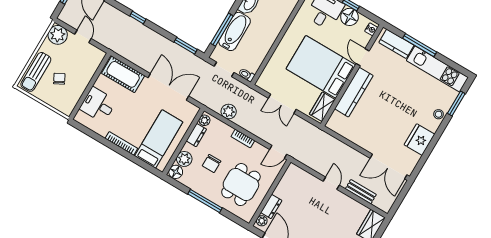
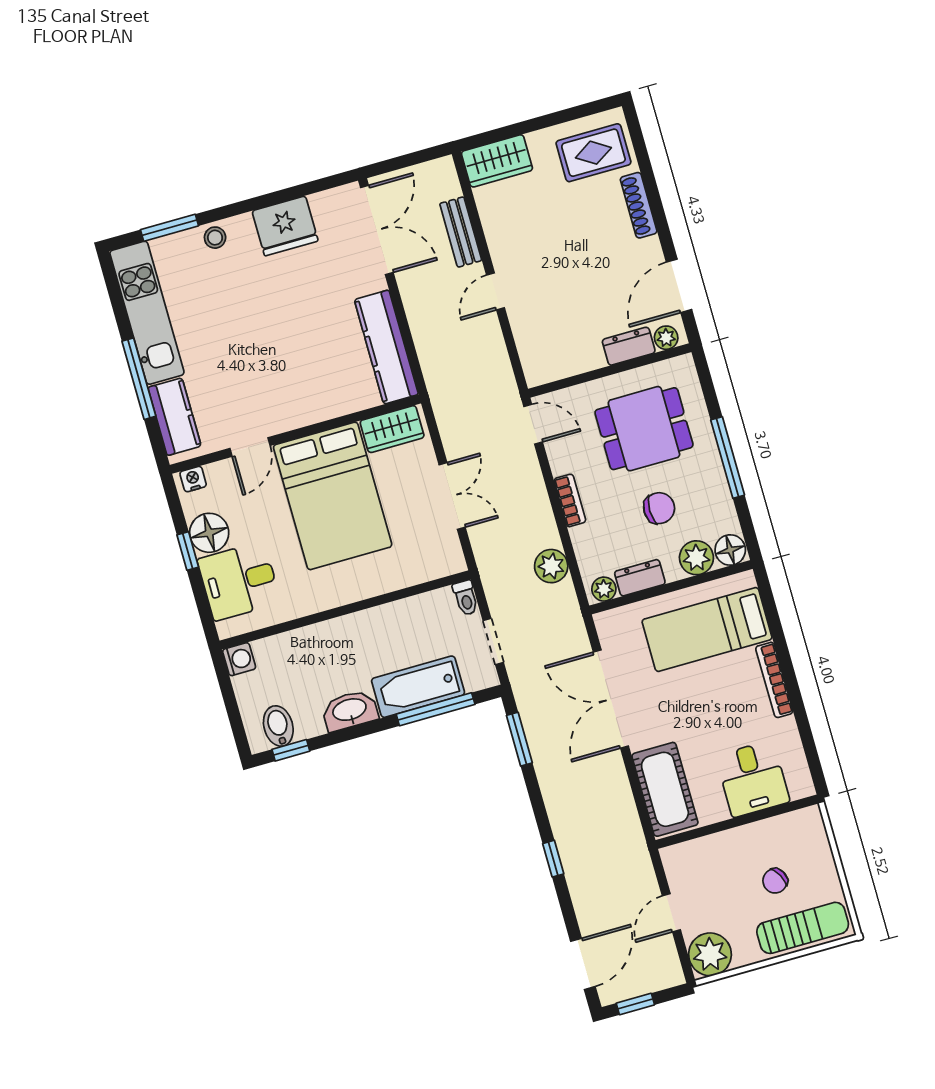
kitchen counter: (354, 92) -> (386, 347), moved, turned -90

